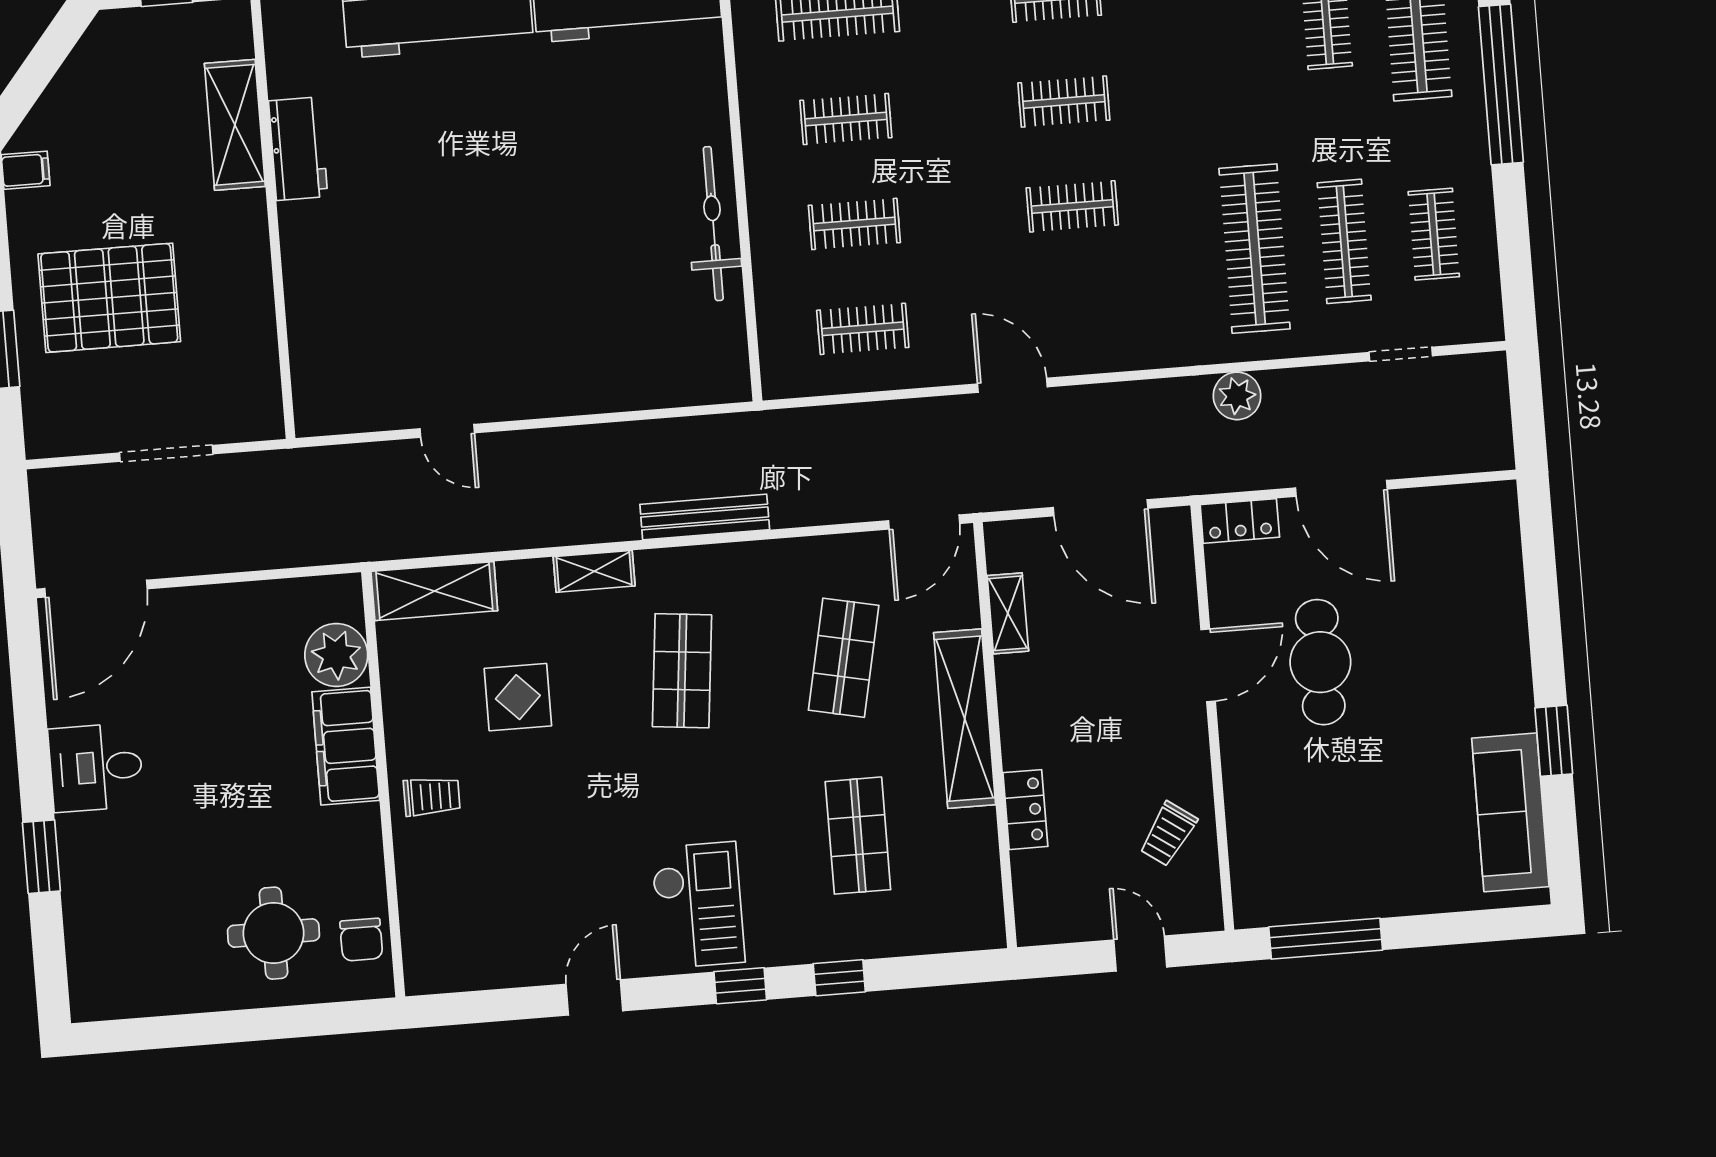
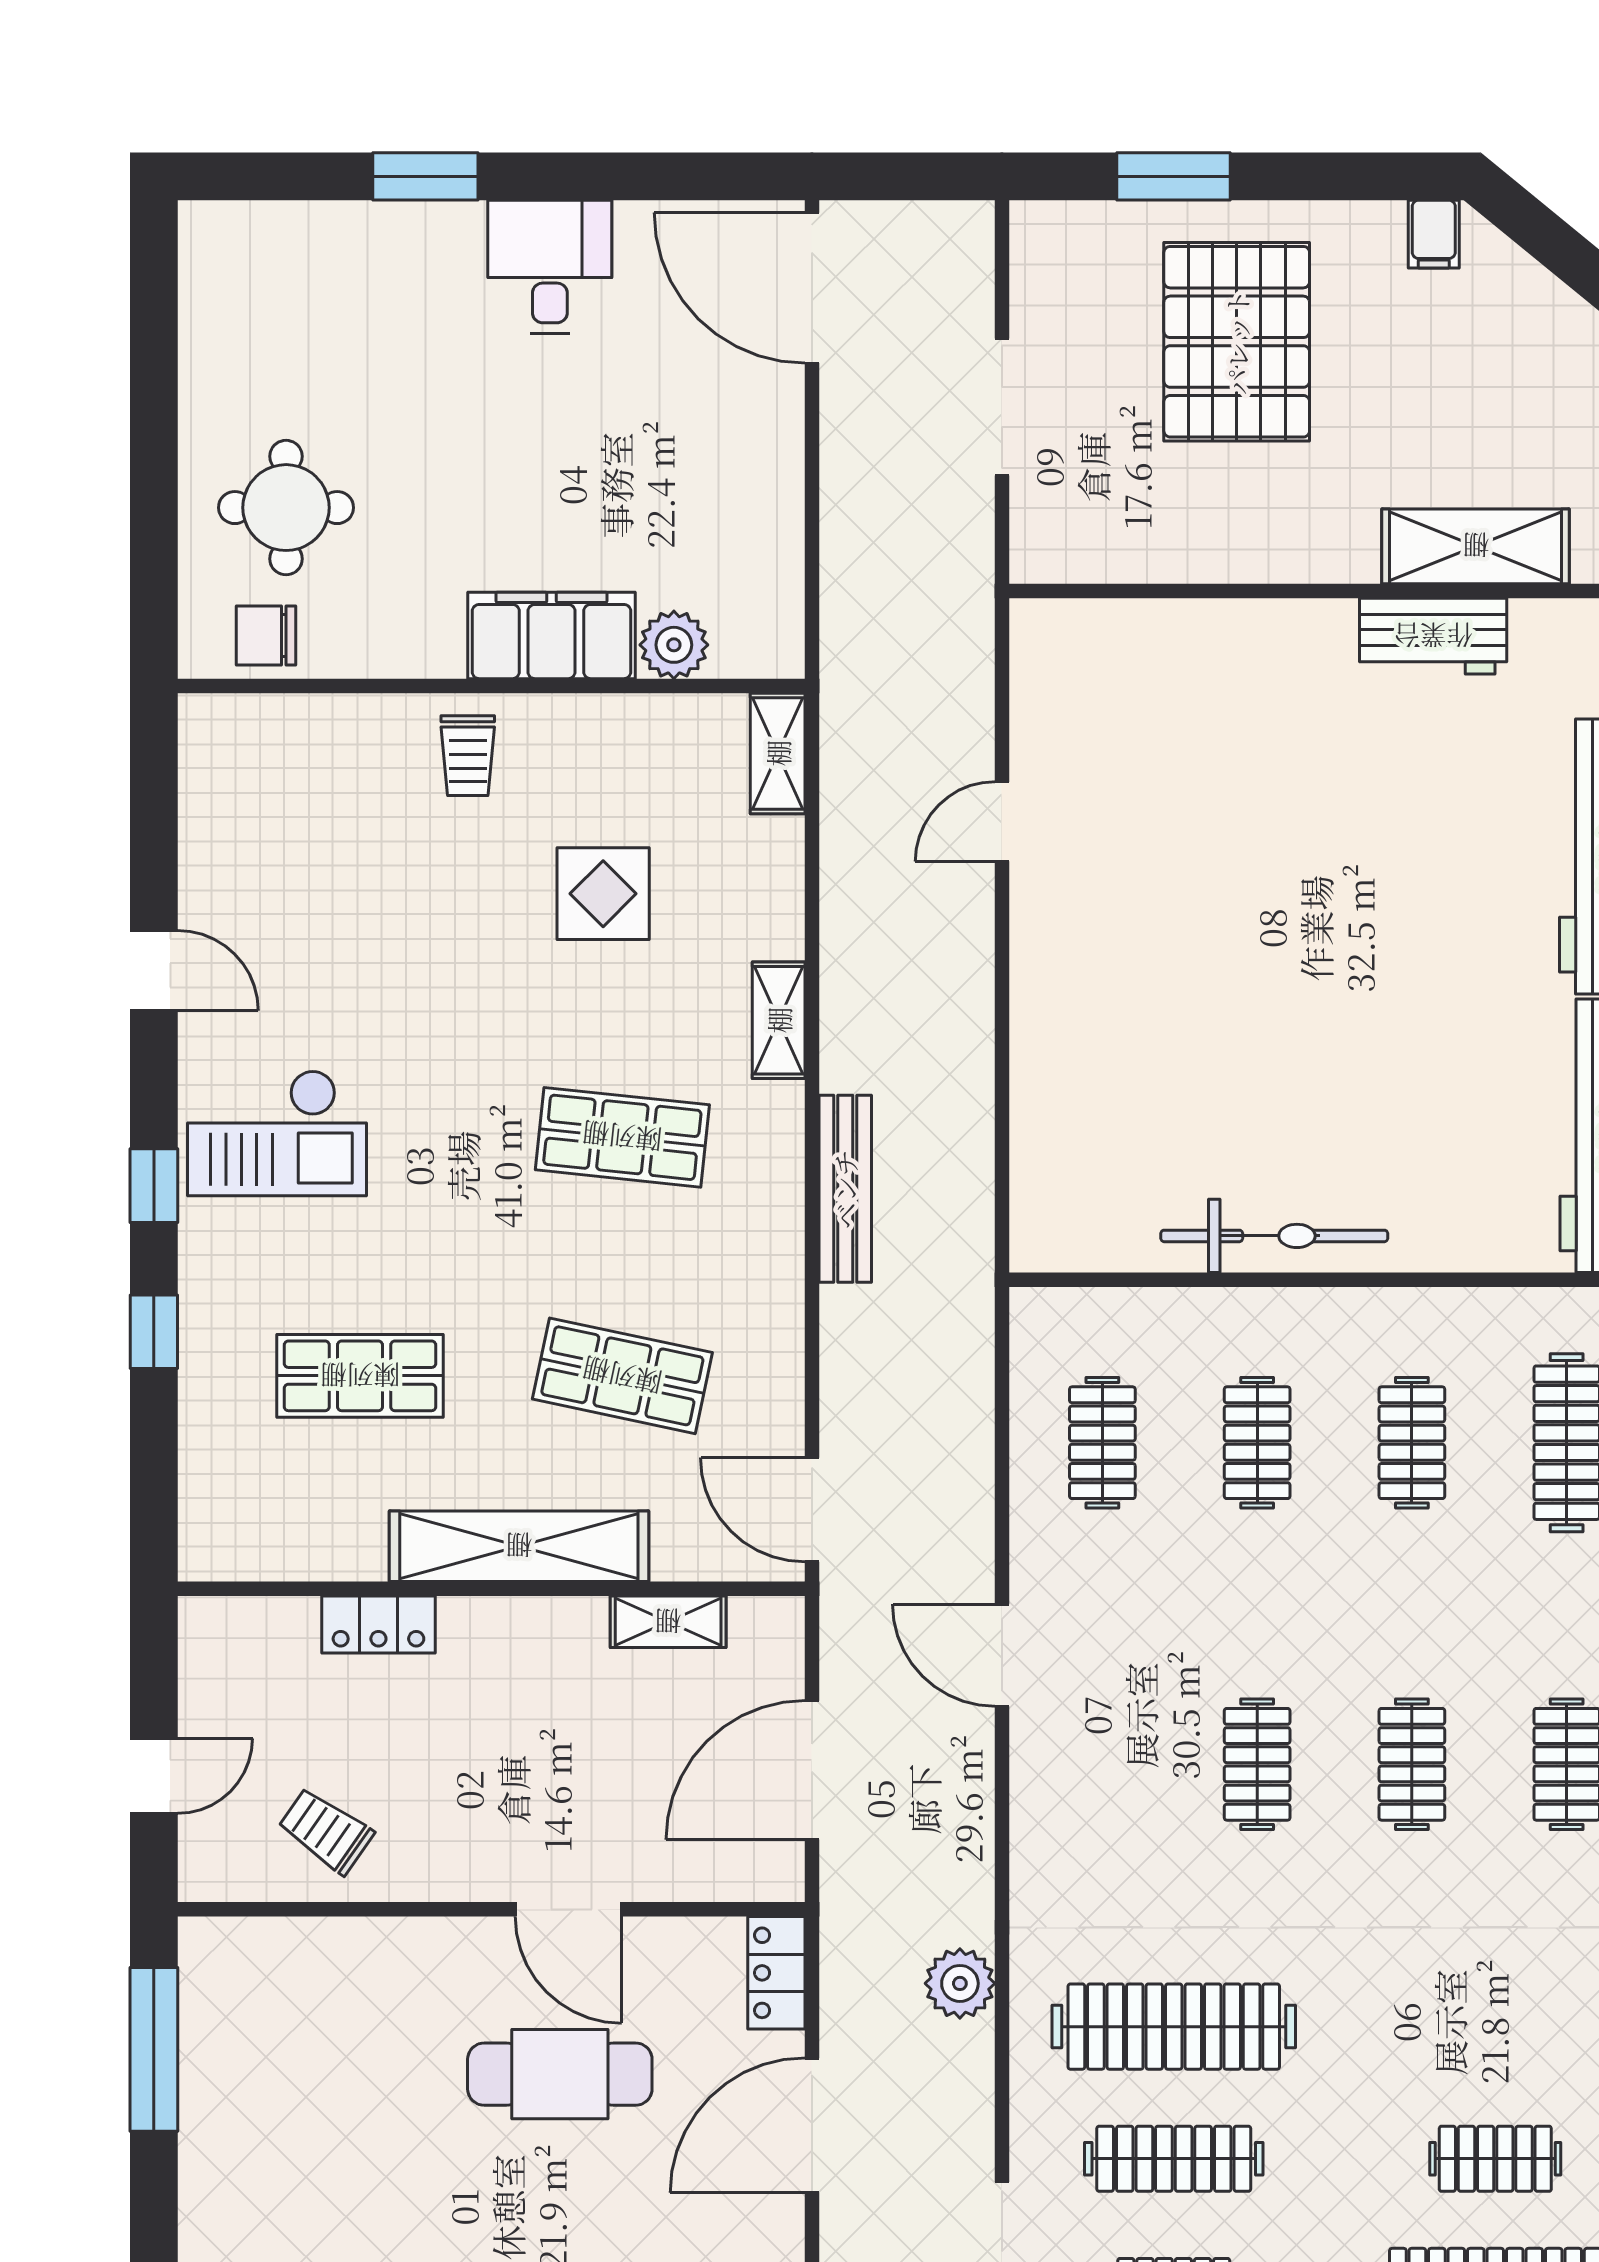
door: (1012, 385) -> (1002, 1655), swing flipped
shelving: (434, 591) -> (778, 753), width x0.67, depth x0.75
plant: (336, 655) -> (674, 645), width x0.73, depth x0.73

